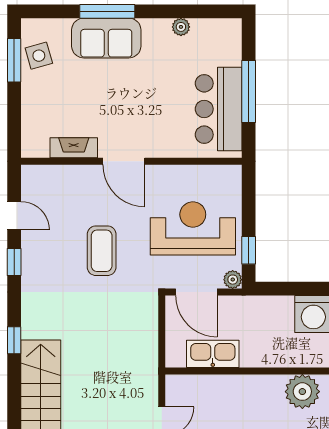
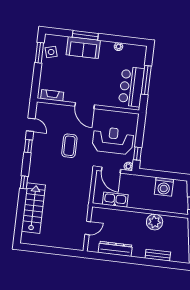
fireplace: (74, 148) -> (52, 95), moved

